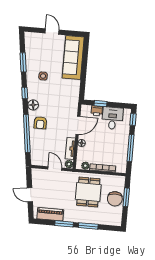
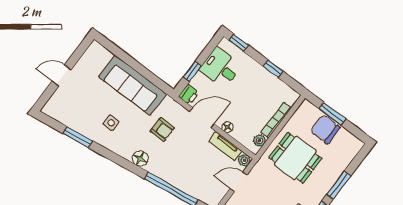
sofa: (73, 57) -> (132, 85), moved
window: (25, 93) -> (118, 160), removed
printer: (97, 111) -> (189, 95), moved
armchair: (40, 123) -> (162, 129), moved
door: (78, 125) -> (202, 118), hinge flipped
window: (130, 148) -> (273, 69), width x0.46
chair: (115, 199) -> (325, 129), turned 180

